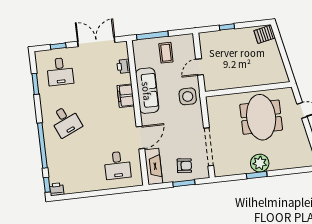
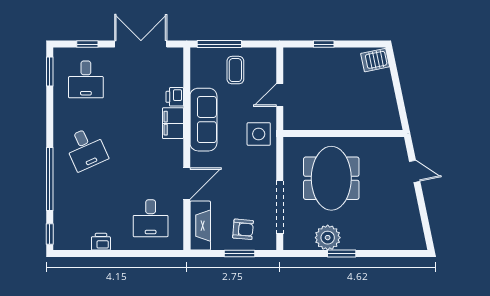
printer: (124, 66) -> (175, 97), moved
window: (35, 84) -> (50, 72), moved
meeting table: (261, 117) -> (331, 178), moved
plant: (260, 163) -> (328, 238), moved
printer: (57, 189) -> (101, 242), moved

